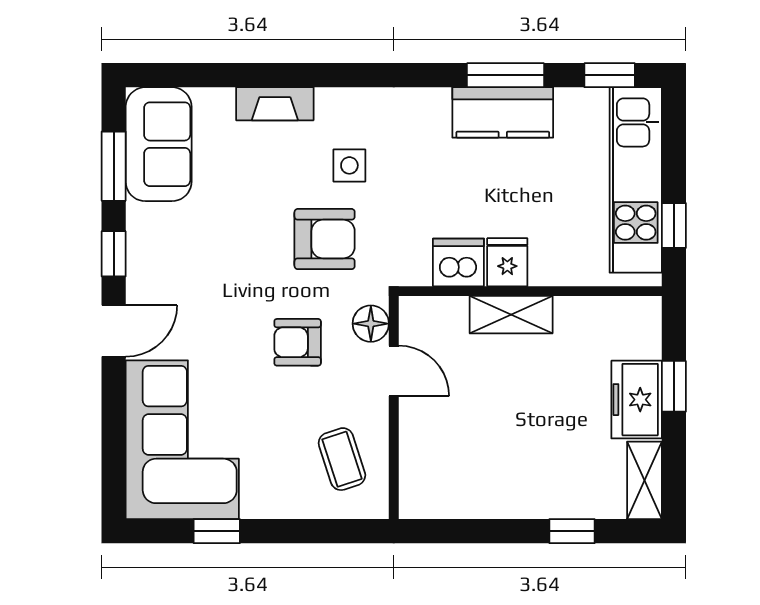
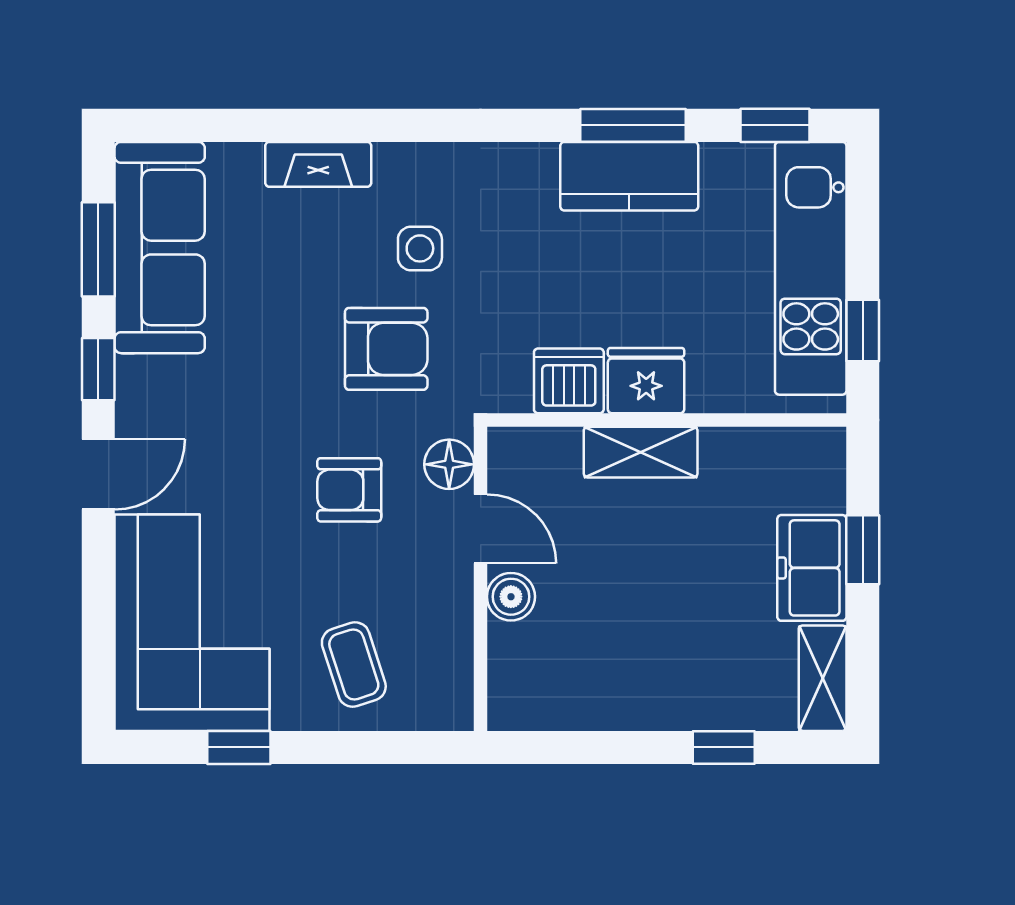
sofa: (159, 144) -> (160, 248), width x1.36
fridge: (507, 262) -> (646, 381), width x1.38
boiler: (416, 421) -> (511, 597), added
coffee table: (342, 459) -> (354, 664), moved

